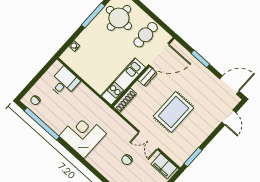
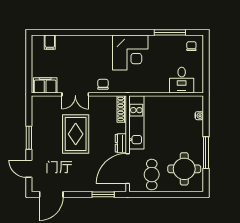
window: (200, 59) -> (103, 194), moved
window: (42, 124) -> (170, 32), width x0.68
double door: (148, 140) -> (75, 94), swing flipped
window: (193, 157) -> (29, 138), moved
chair: (127, 160) -> (103, 84), moved

